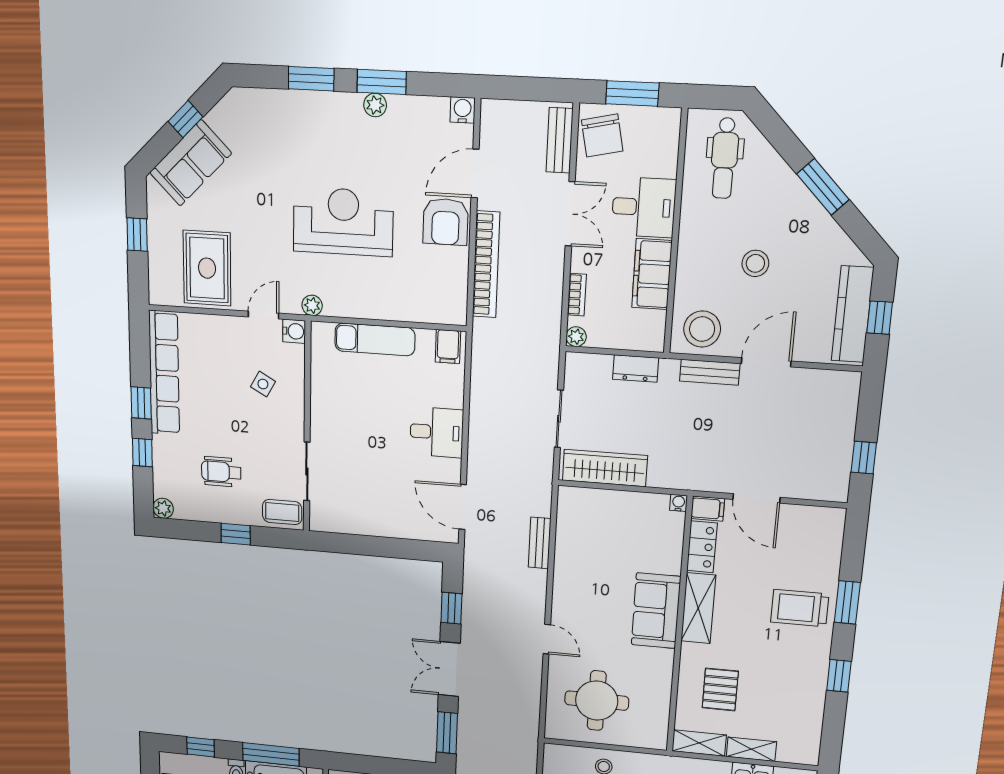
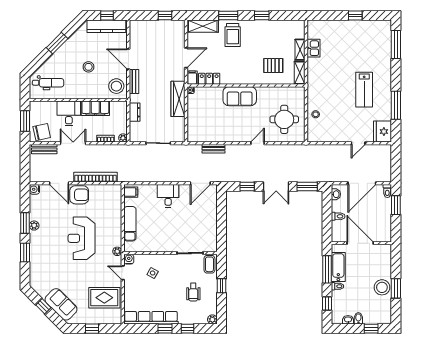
wardrobe: (605, 468) -> (178, 99), moved
shelving: (698, 608) -> (203, 26), moved

